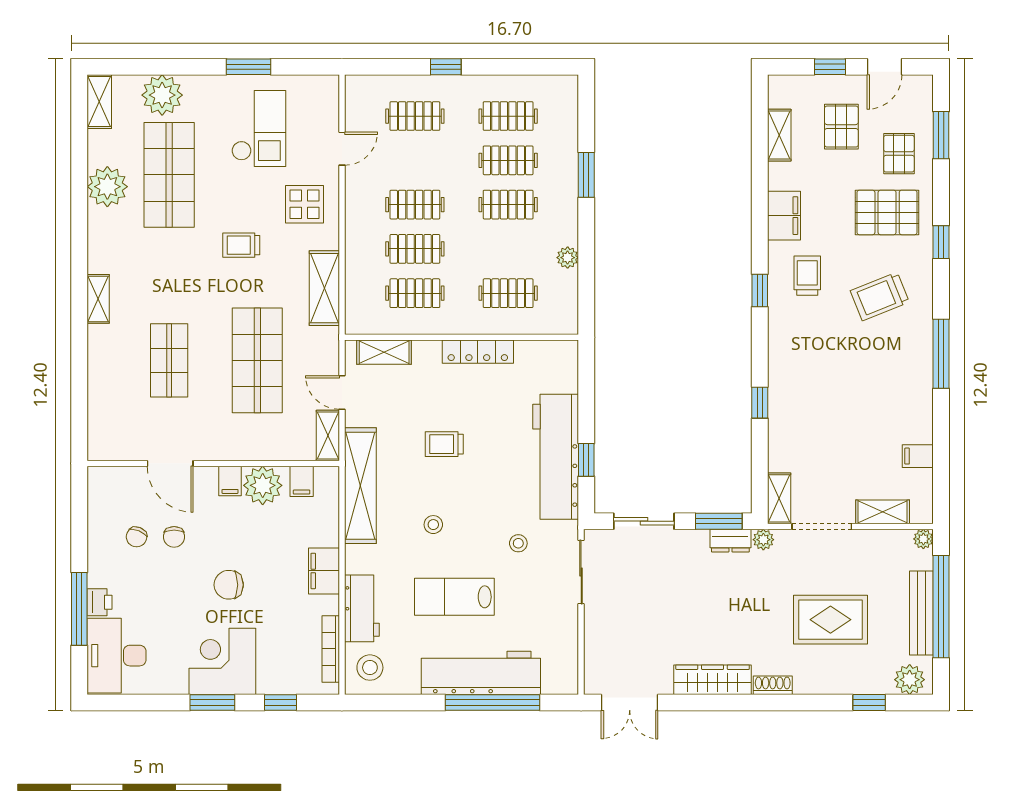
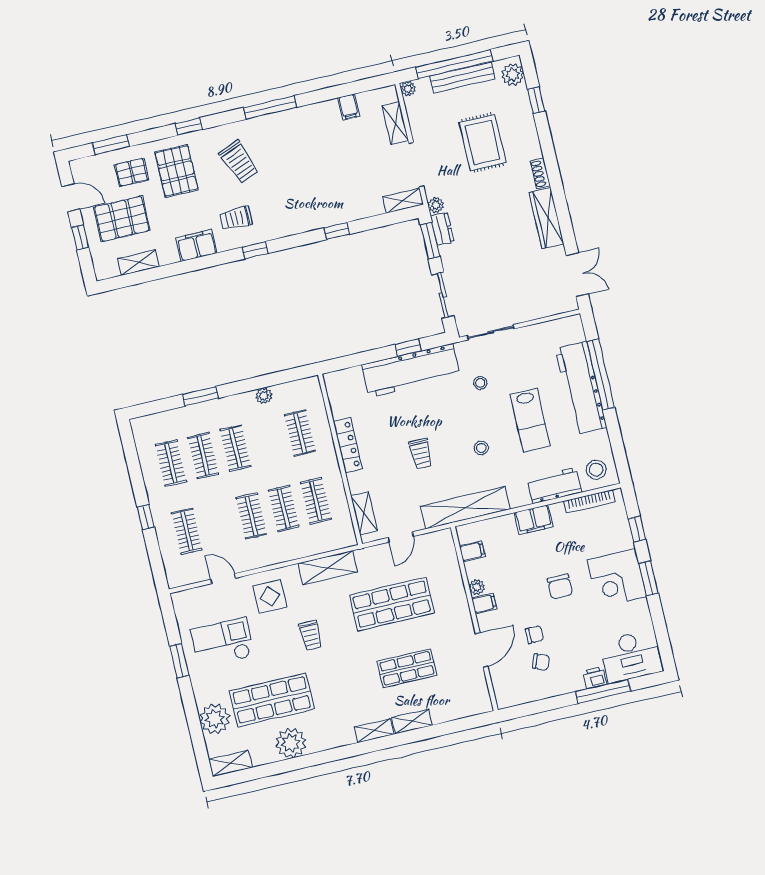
pallet: (841, 127) -> (122, 219), width x1.50, depth x1.42
shelving: (328, 435) -> (412, 721), moved
plant: (263, 485) -> (477, 587), width x0.53, depth x0.53

